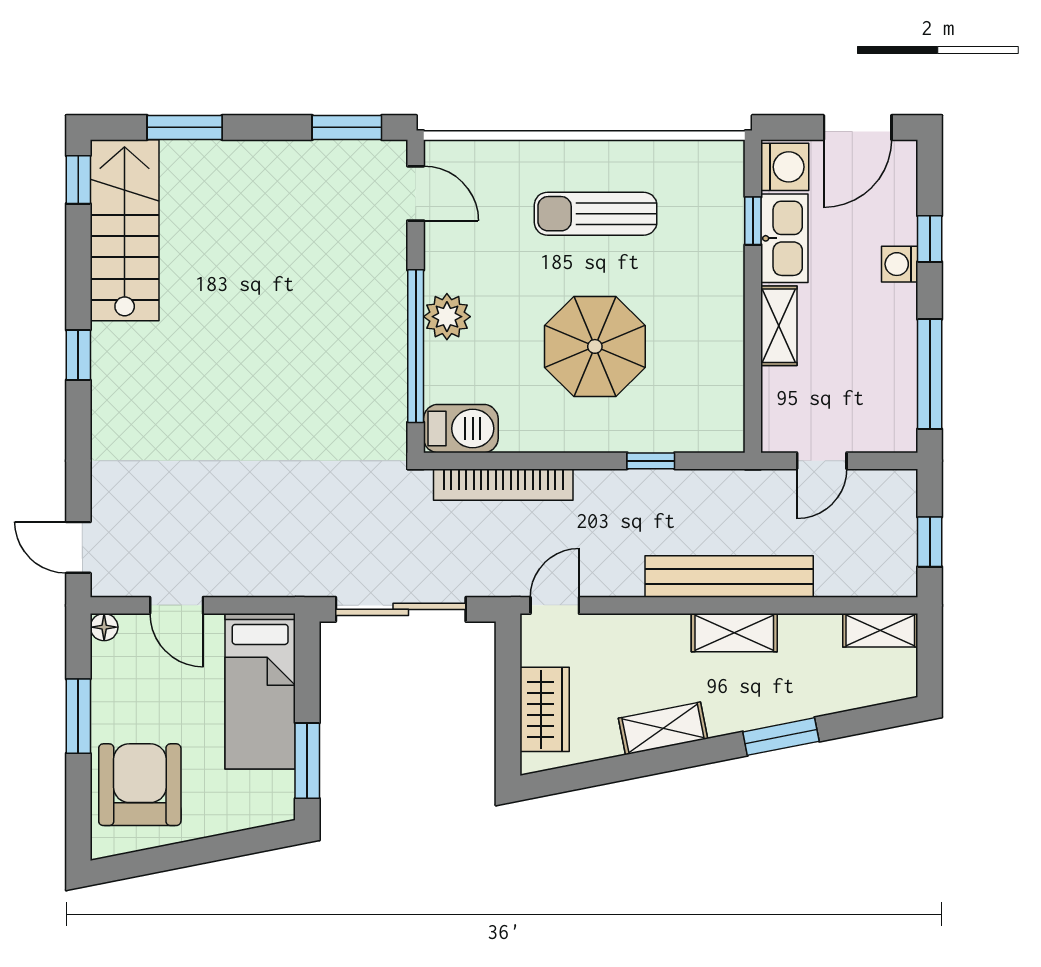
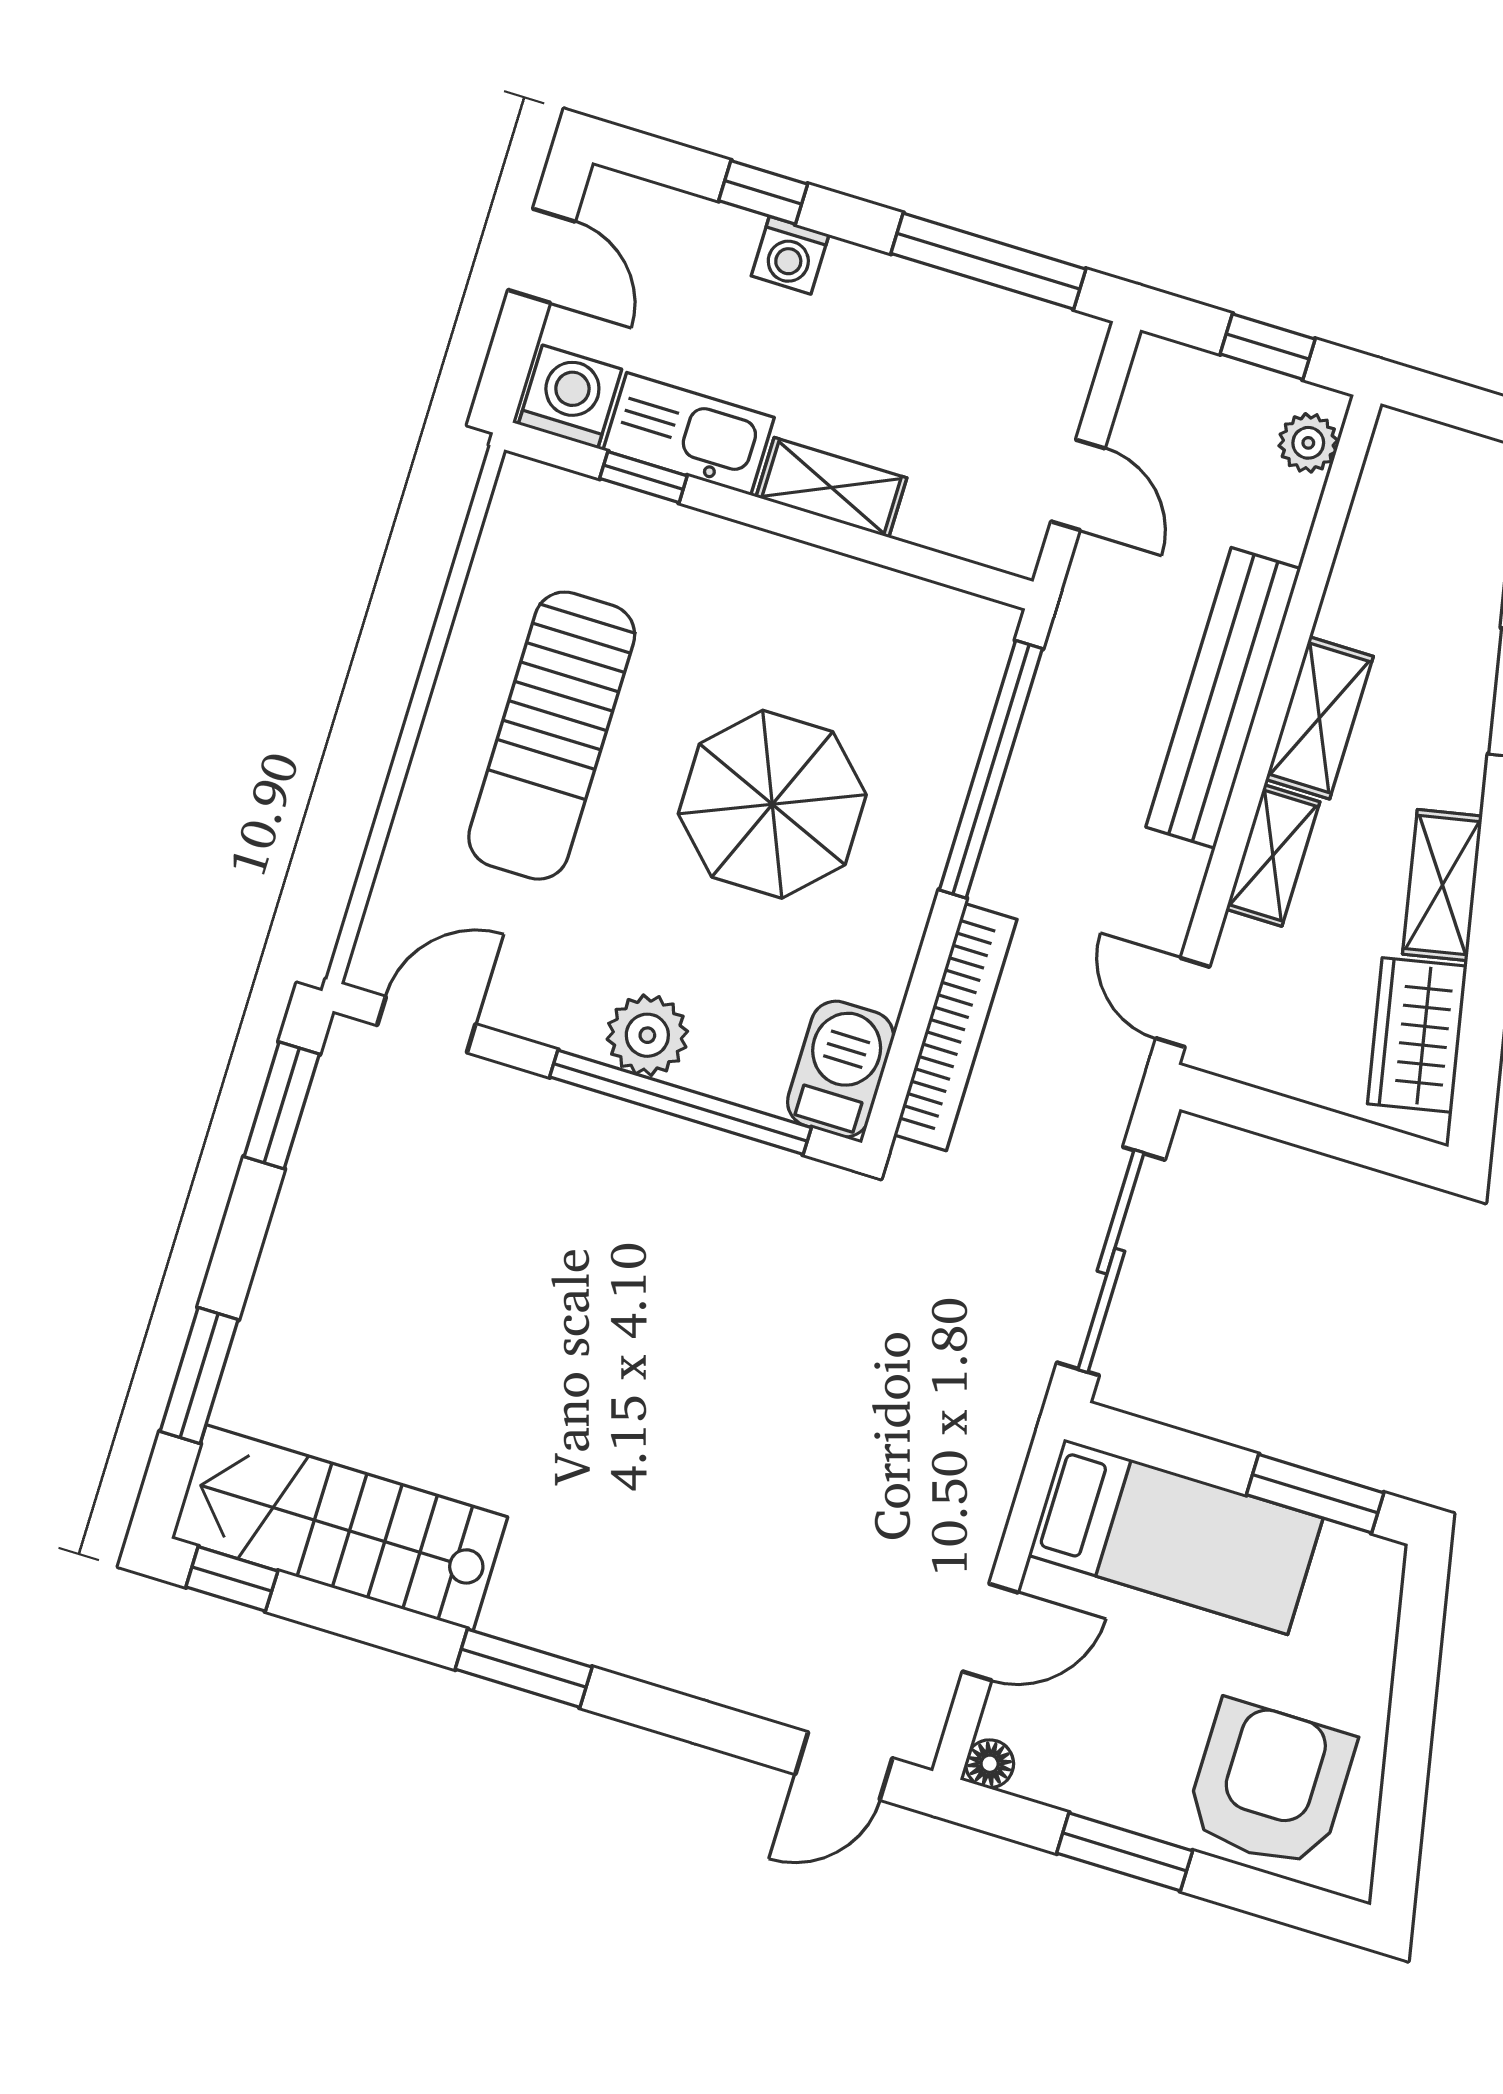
door: (858, 127) -> (541, 256), width x0.73
sun lounger: (596, 214) -> (552, 736), width x1.36, depth x1.34
window: (78, 355) -> (524, 1668), width x1.50
window: (651, 461) -> (991, 769), width x3.17
plant: (884, 580) -> (1308, 443), added
shelving: (880, 630) -> (1273, 856), moved
wardrobe: (545, 709) -> (1417, 1035), moved, turned -101
armchair: (140, 785) -> (1270, 1784), turned 90

